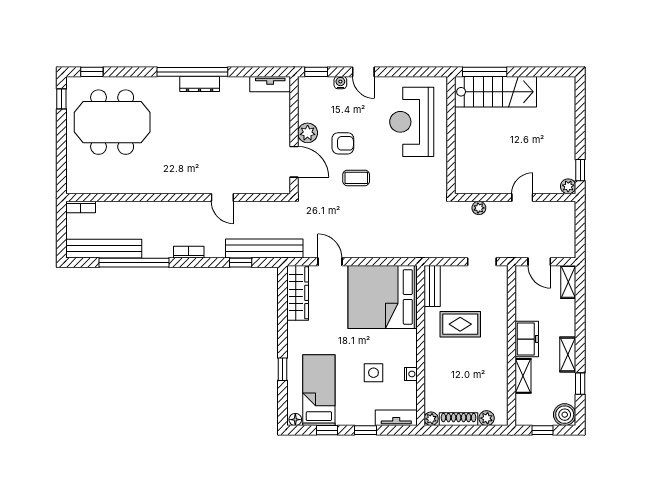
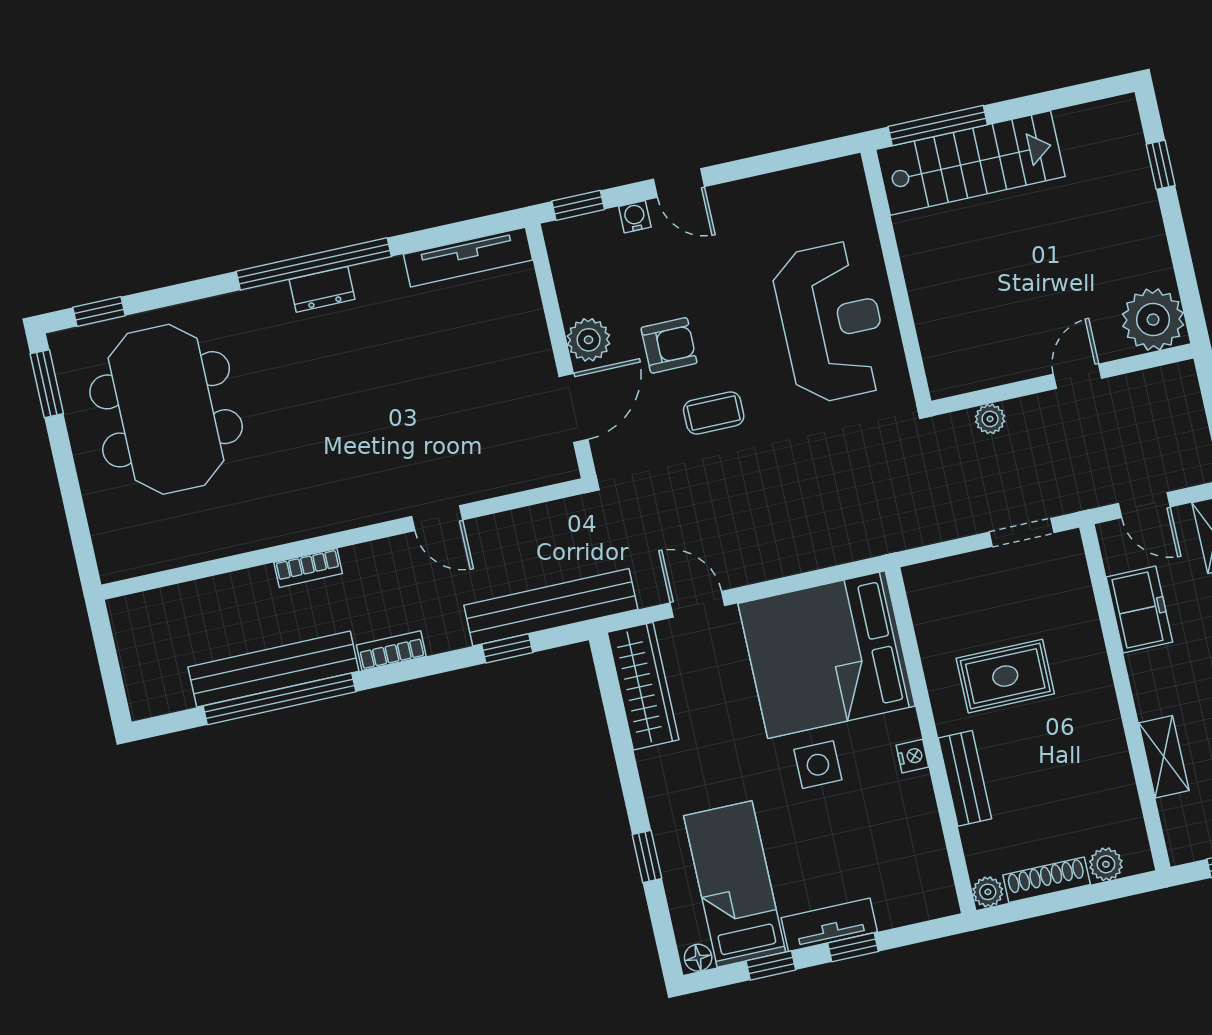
dresser: (200, 84) -> (322, 289), width x0.70
tv unit: (270, 84) -> (468, 257), width x1.41
window: (61, 99) -> (47, 384), width x1.50
meeting table: (112, 122) -> (166, 409), turned 90
reception desk: (412, 122) -> (832, 322), moved, turned 180
door: (294, 162) -> (573, 408), hinge flipped
window: (580, 170) -> (1161, 165), moved
plant: (568, 186) -> (1153, 320), width x1.87, depth x1.87
bookcase: (81, 207) -> (308, 568), moved
bench: (104, 249) -> (273, 669), moved
bench: (432, 286) -> (965, 778), moved
freezer: (527, 339) -> (1139, 610), moved
side table: (373, 373) -> (818, 765), moved
nightstand: (411, 374) -> (912, 756), moved
tv unit: (396, 418) -> (829, 925), moved

